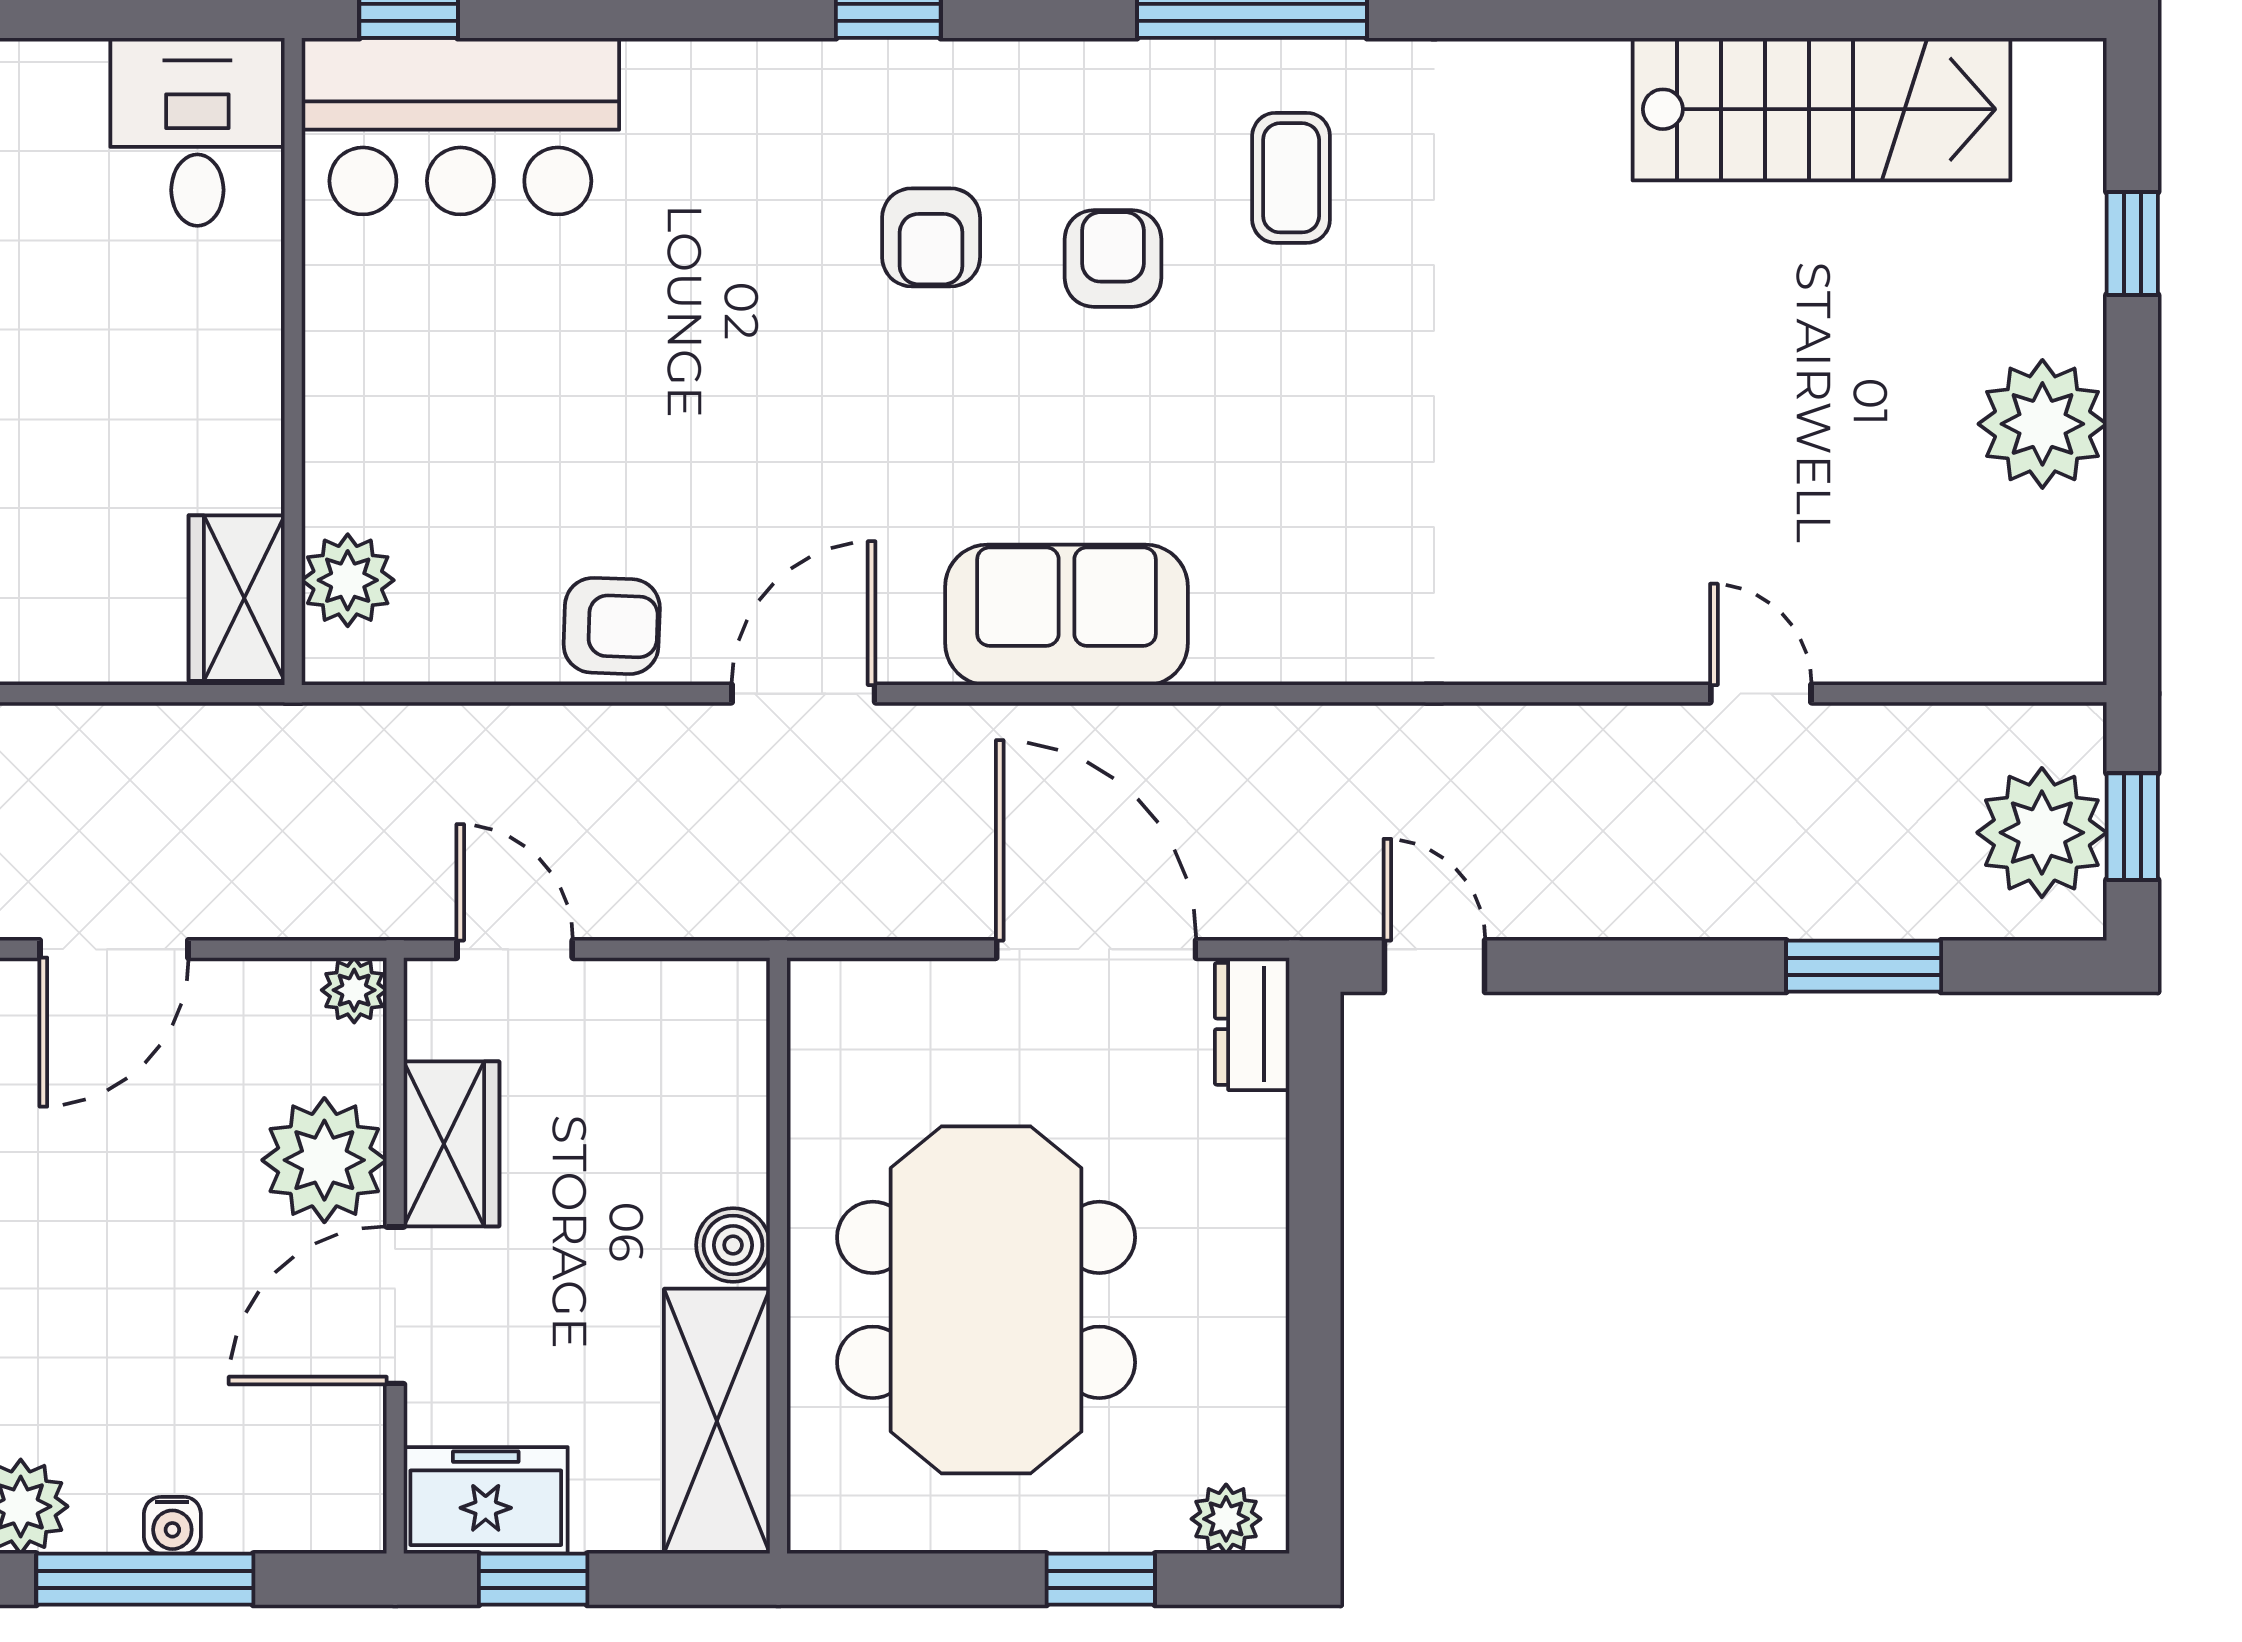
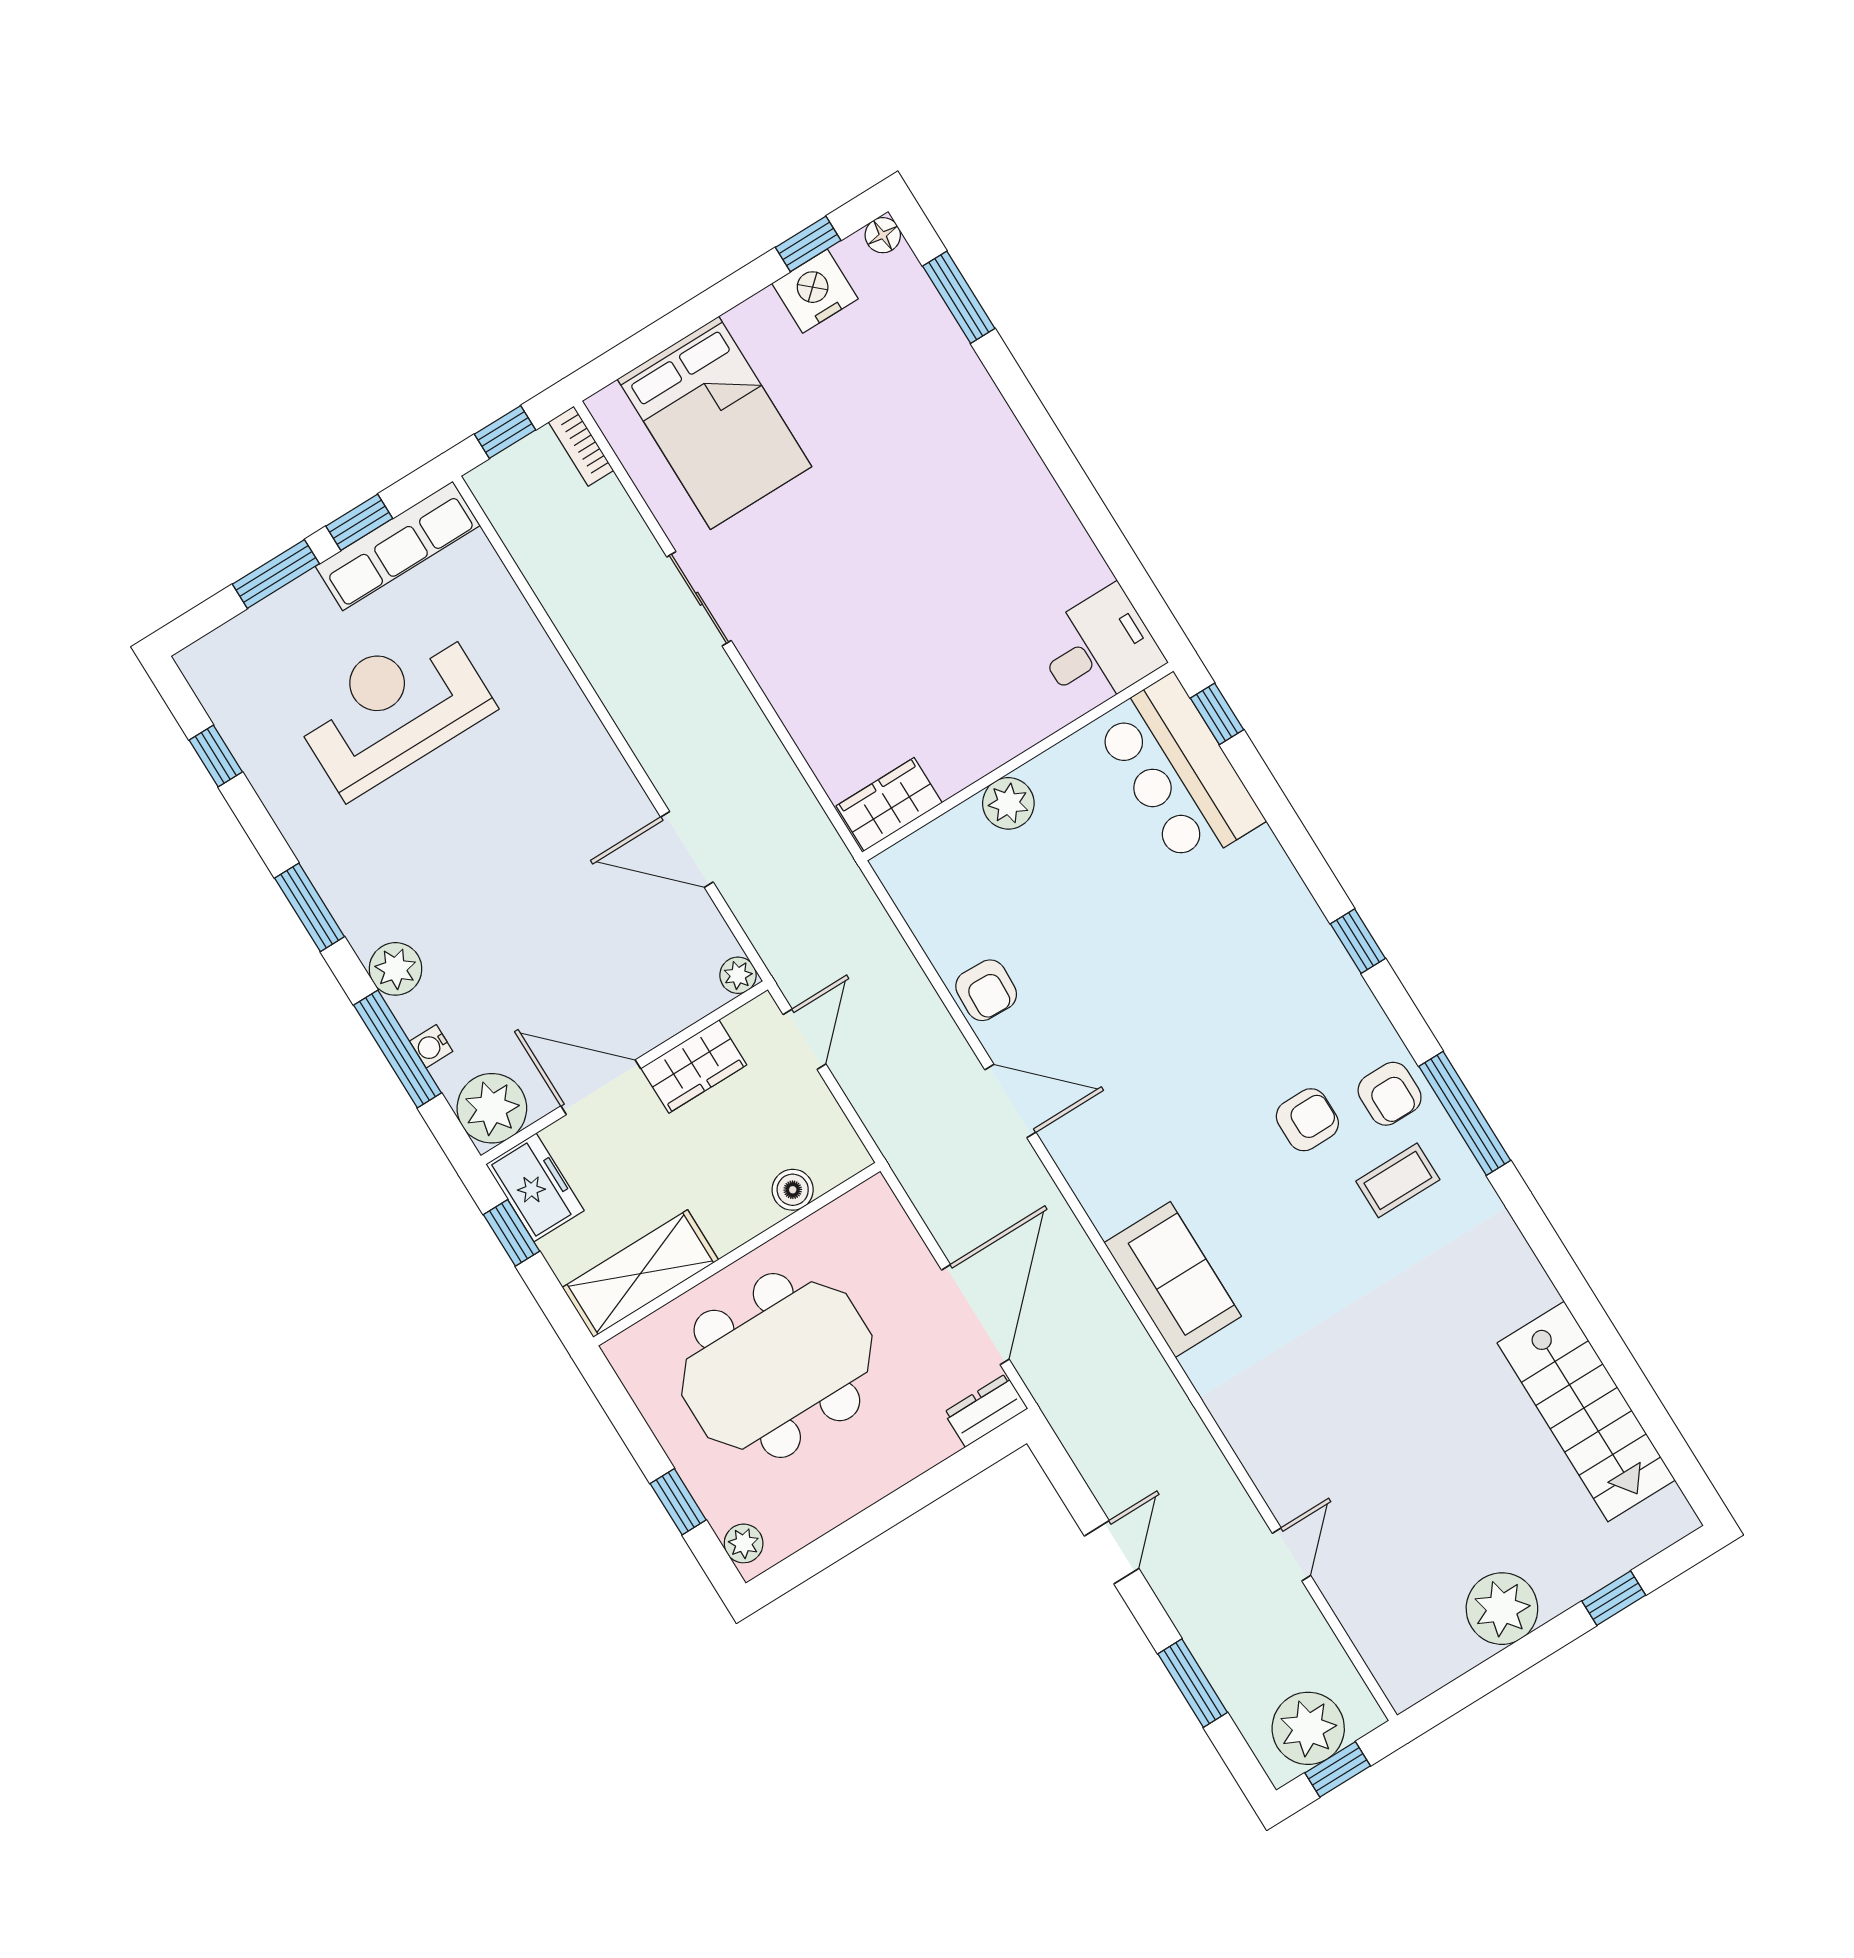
armchair: (931, 237) -> (1390, 1094), moved, turned -90
plant: (348, 580) -> (1008, 803), moved
sofa: (1066, 615) -> (1173, 1279), moved
door: (1434, 966) -> (1112, 1552), moved
plant: (324, 1160) -> (492, 1108), moved
boiler: (733, 1245) -> (793, 1190), moved

